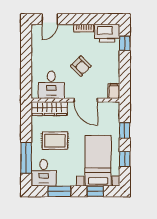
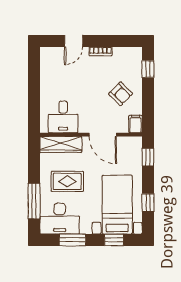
door: (50, 19) -> (74, 41), moved
printer: (107, 33) -> (128, 57), removed
armchair: (81, 66) -> (121, 94), moved
window: (125, 130) -> (148, 157), moved
desk: (44, 173) -> (60, 219), width x1.37

